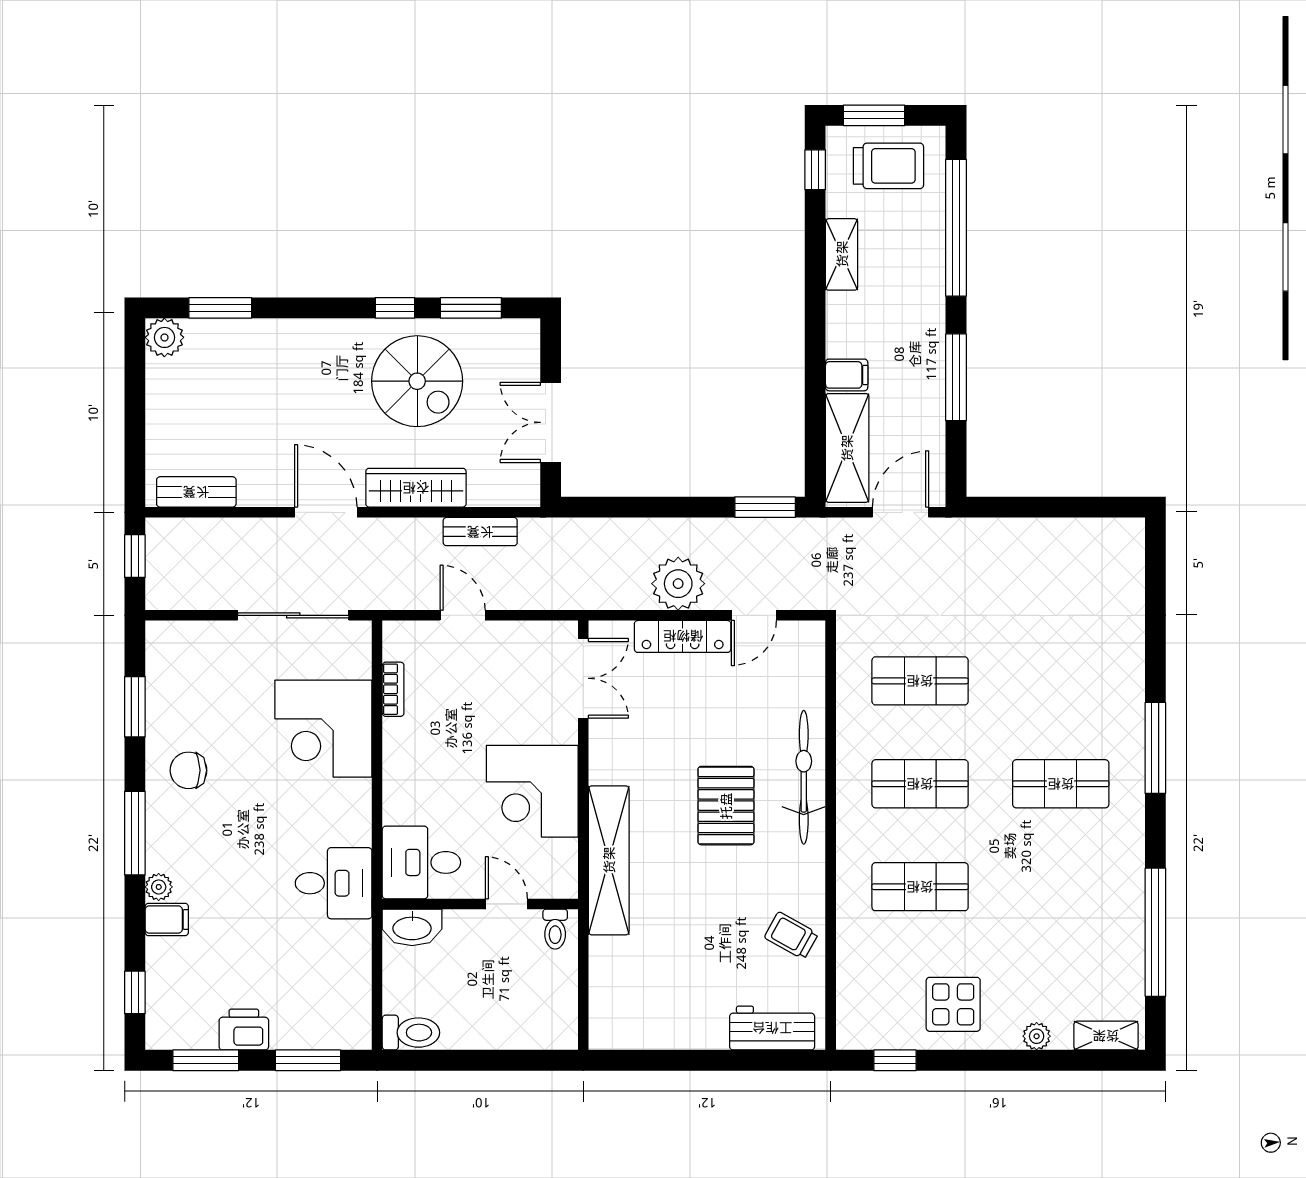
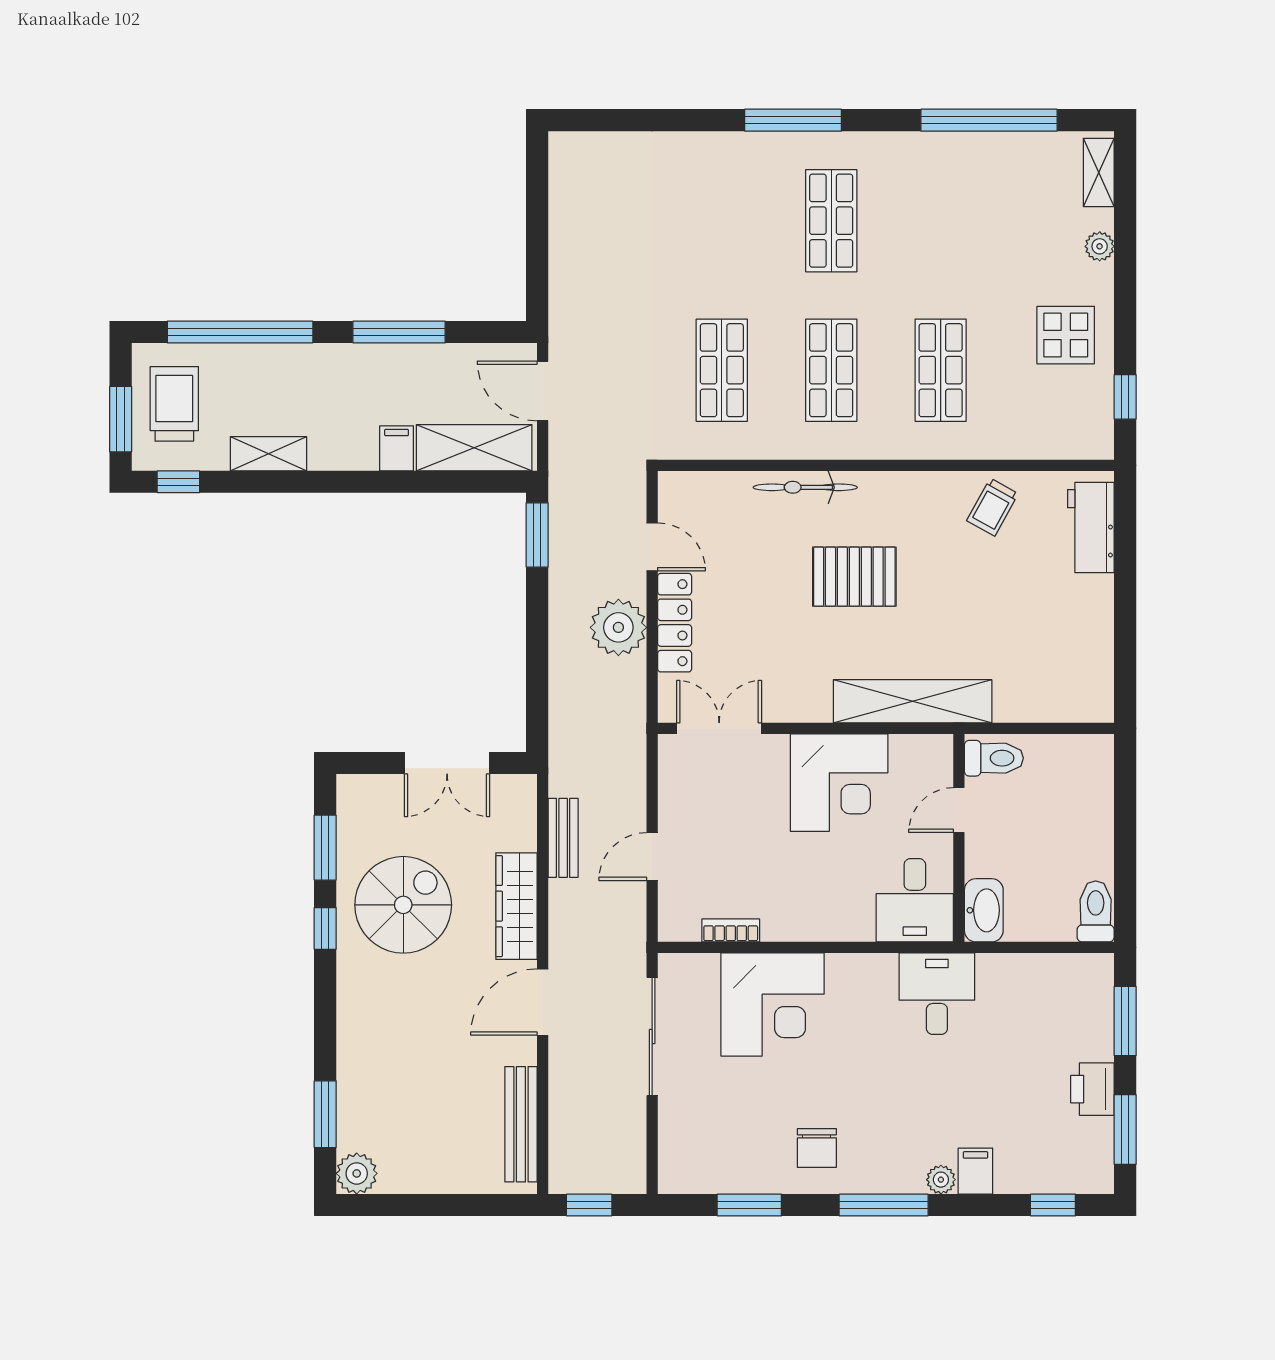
bench: (196, 492) -> (521, 1124), width x1.36
bicycle: (804, 777) -> (805, 487), width x0.73, depth x0.71
toilet: (555, 929) -> (994, 758), width x1.37, depth x1.39

